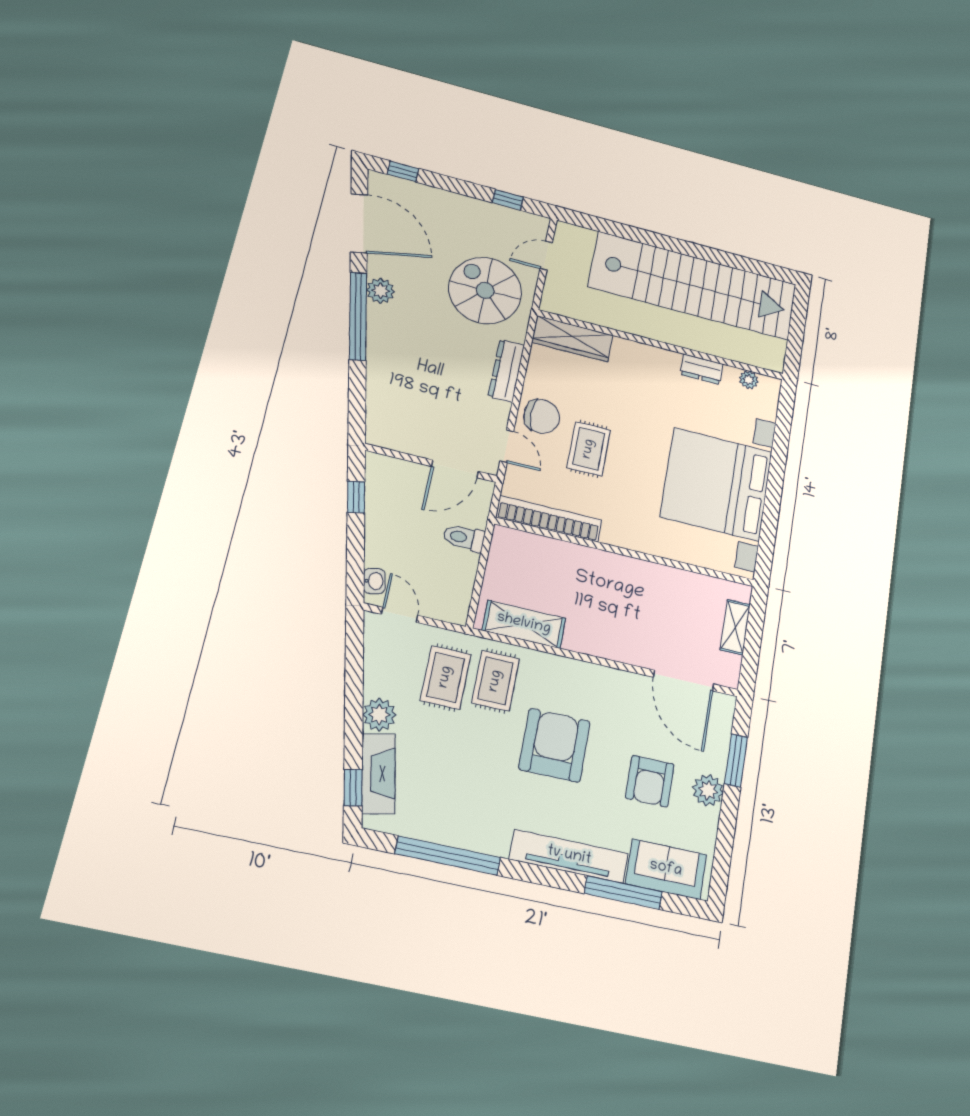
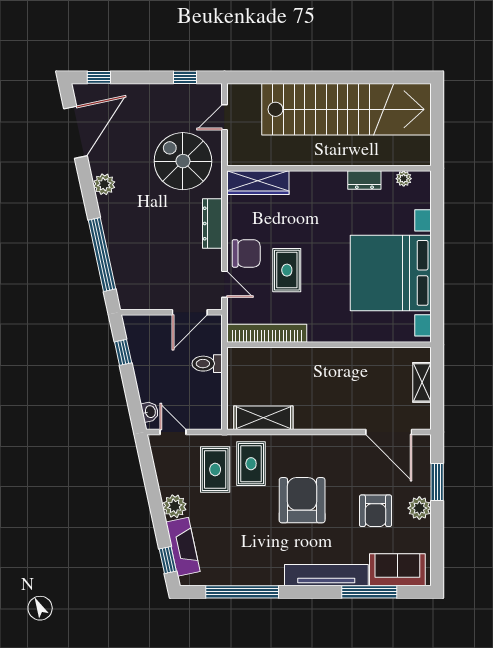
door: (359, 223) -> (76, 132), hinge flipped
window: (358, 316) -> (102, 255), moved

